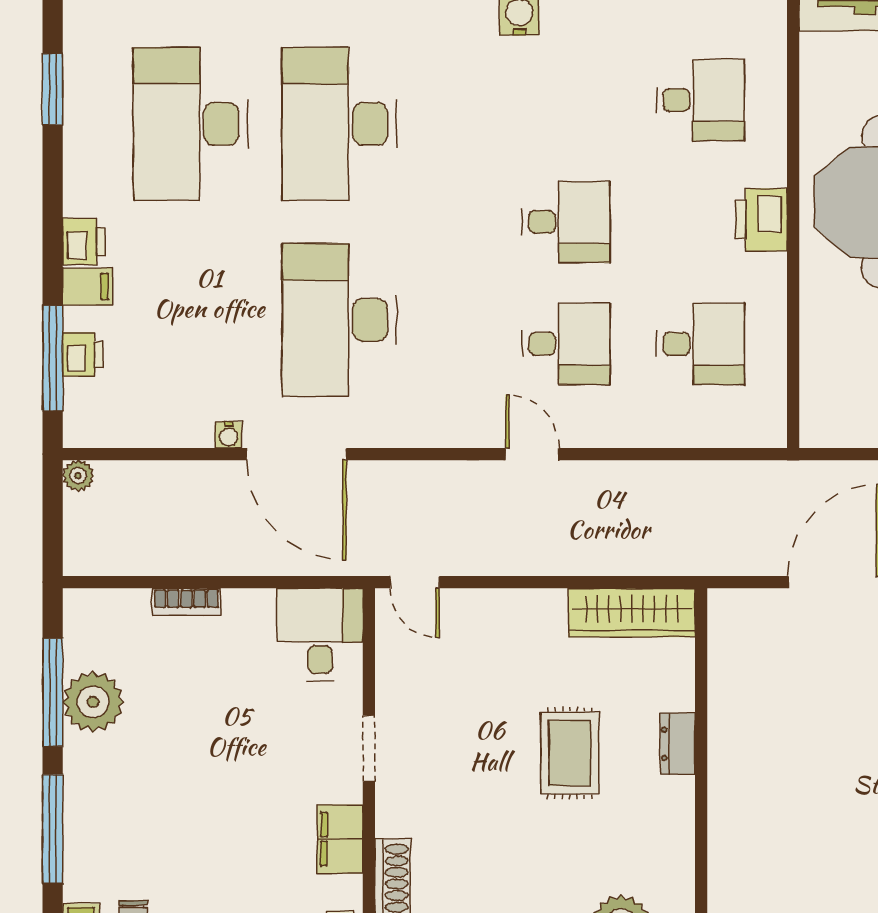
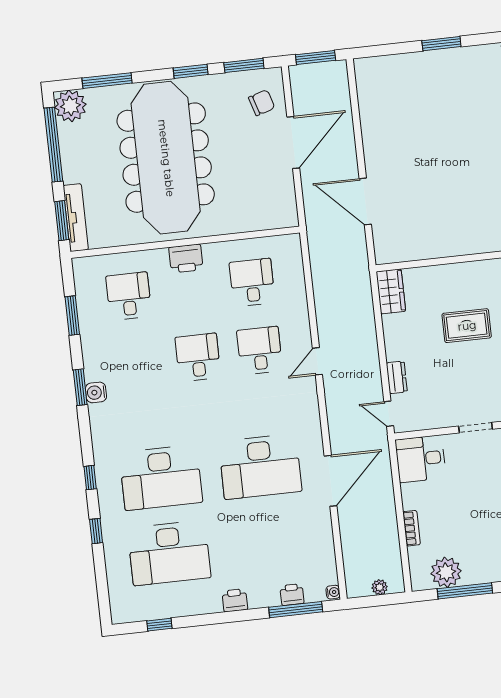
window: (53, 89) -> (159, 625), width x0.67
filing cabinet: (87, 287) -> (257, 596), removed
water cooler: (229, 435) -> (333, 592), moved
plant: (78, 476) -> (380, 587), moved
door: (415, 582) -> (389, 414), swing flipped
wardrobe: (632, 613) -> (391, 291), width x0.67
plant: (93, 702) -> (446, 572), moved
dresser: (678, 744) -> (397, 377), moved, turned -90

